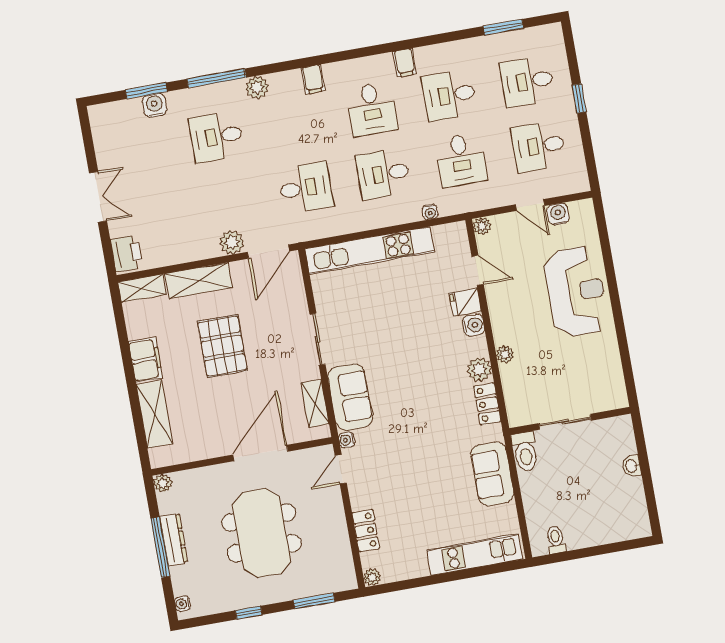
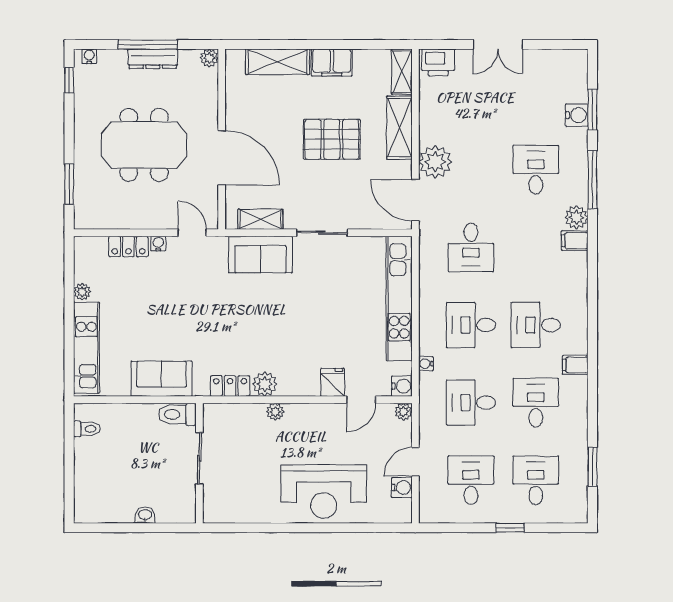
filing cabinet: (313, 79) -> (575, 241), moved
desk: (383, 174) -> (471, 325), turned -90
plant: (232, 242) -> (435, 162), width x1.36, depth x1.36
water cooler: (473, 325) -> (402, 386), moved, turned -90
water cooler: (347, 440) -> (158, 243), moved
plant: (372, 577) -> (82, 292), moved
window: (249, 613) -> (69, 80), moved

